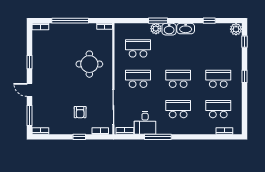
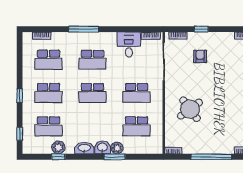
plant: (236, 29) -> (58, 147), moved
school desk: (218, 48) -> (48, 126), added
round table: (89, 64) -> (190, 109), turned -37
window: (158, 137) -> (84, 29), moved

